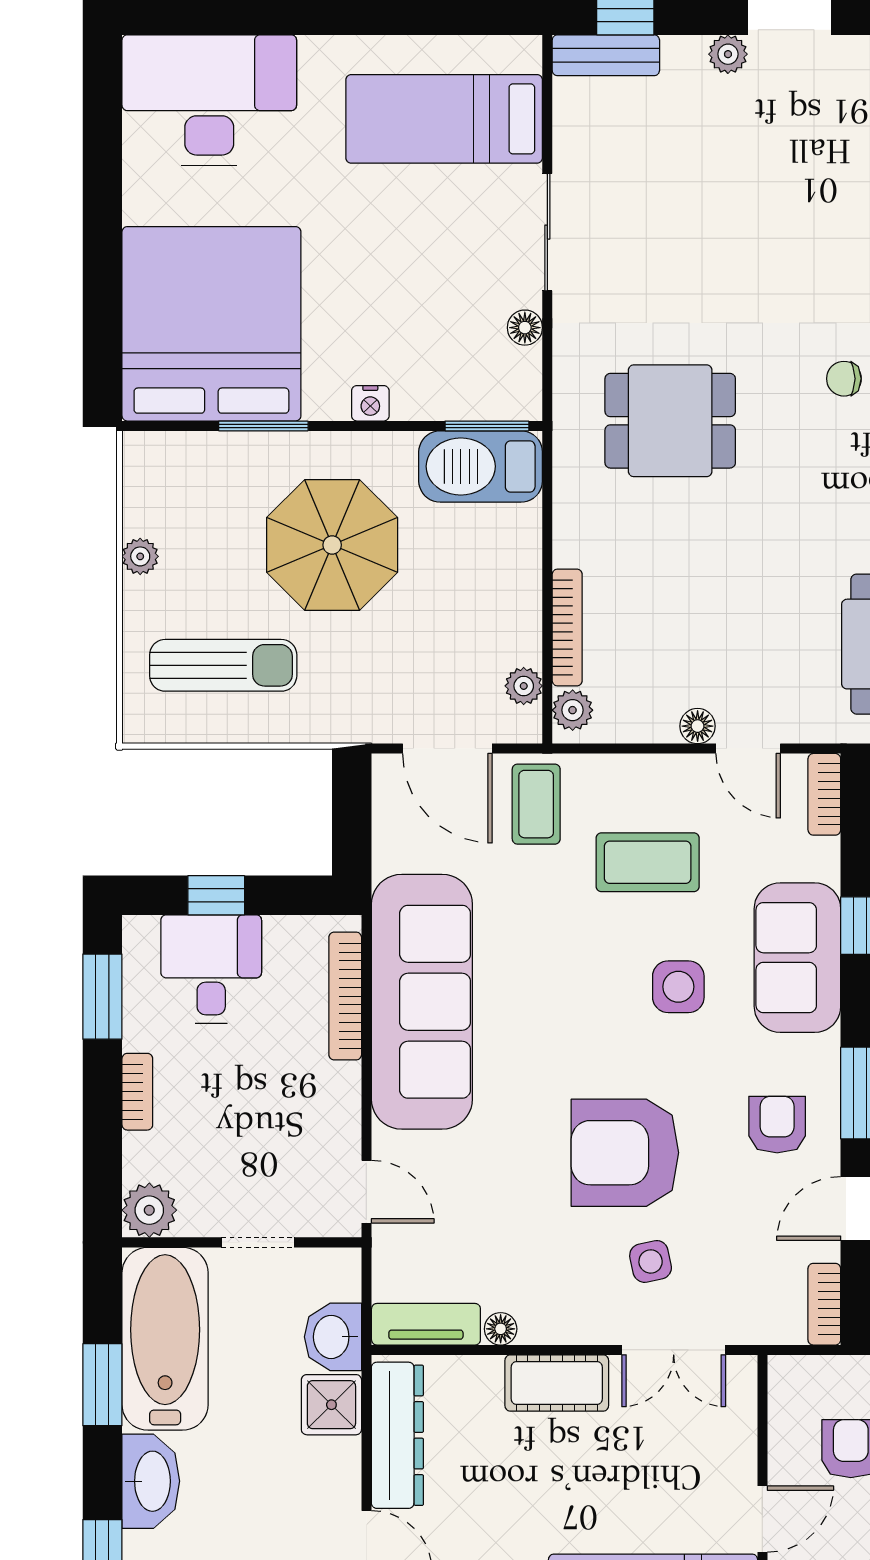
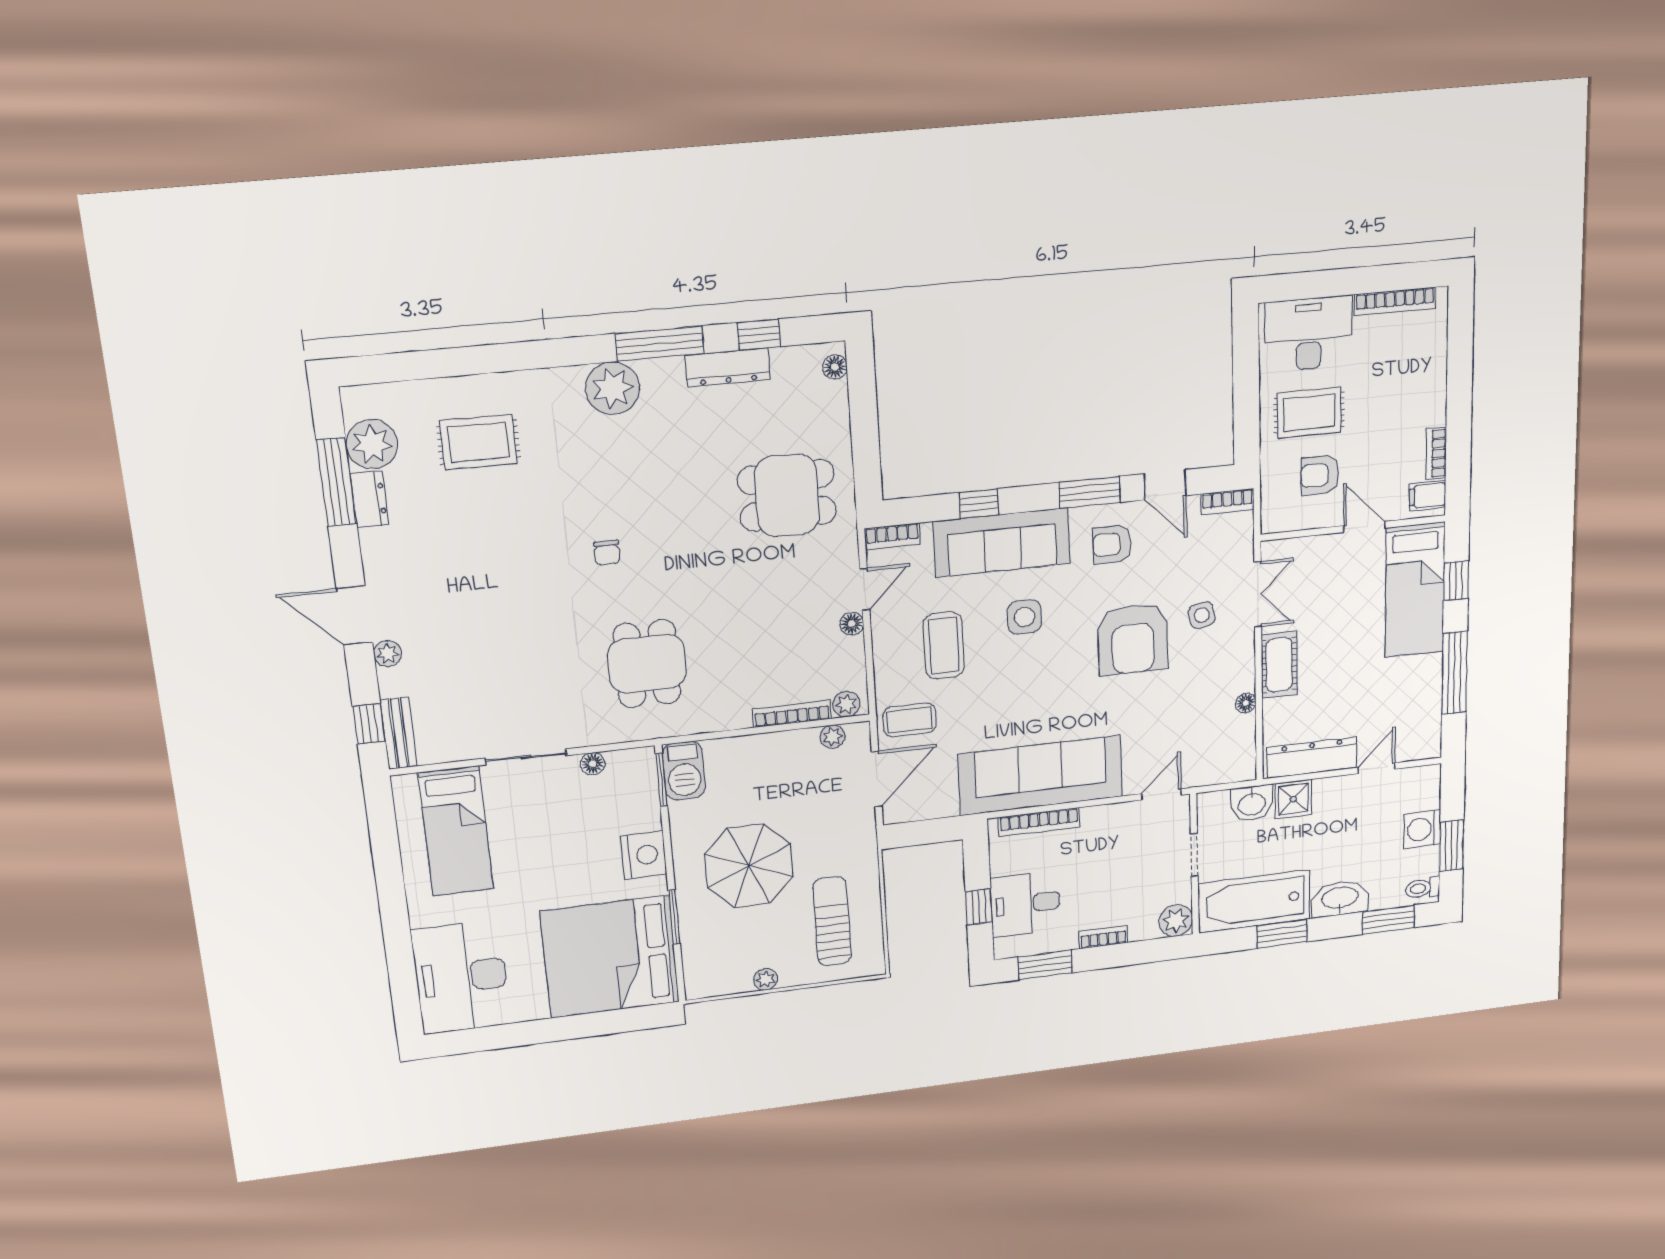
nightstand: (370, 403) -> (644, 855), width x1.89, depth x1.79
barbecue: (481, 466) -> (684, 771), width x0.73, depth x0.83
sofa: (797, 958) -> (1002, 543), width x1.36
tv unit: (426, 1324) -> (1243, 749), removed

